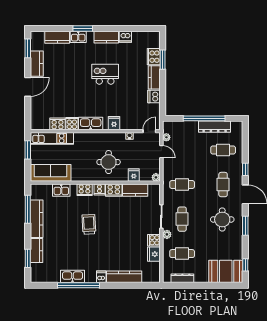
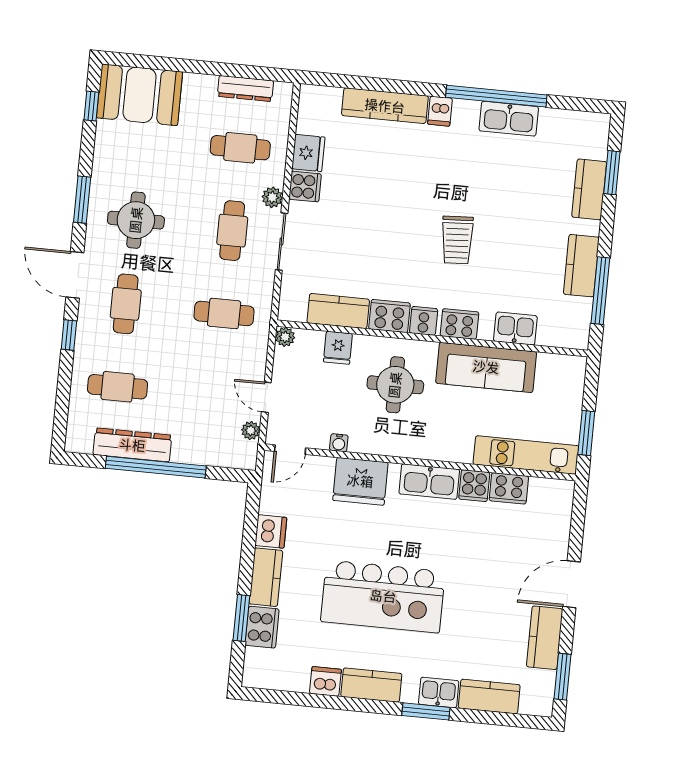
kitchen island: (105, 74) -> (383, 596), width x1.87, depth x1.28
fridge: (114, 123) -> (360, 481), width x1.88, depth x1.34
sofa: (51, 173) -> (486, 367), moved
kitchen counter: (37, 219) -> (581, 266), width x0.67

